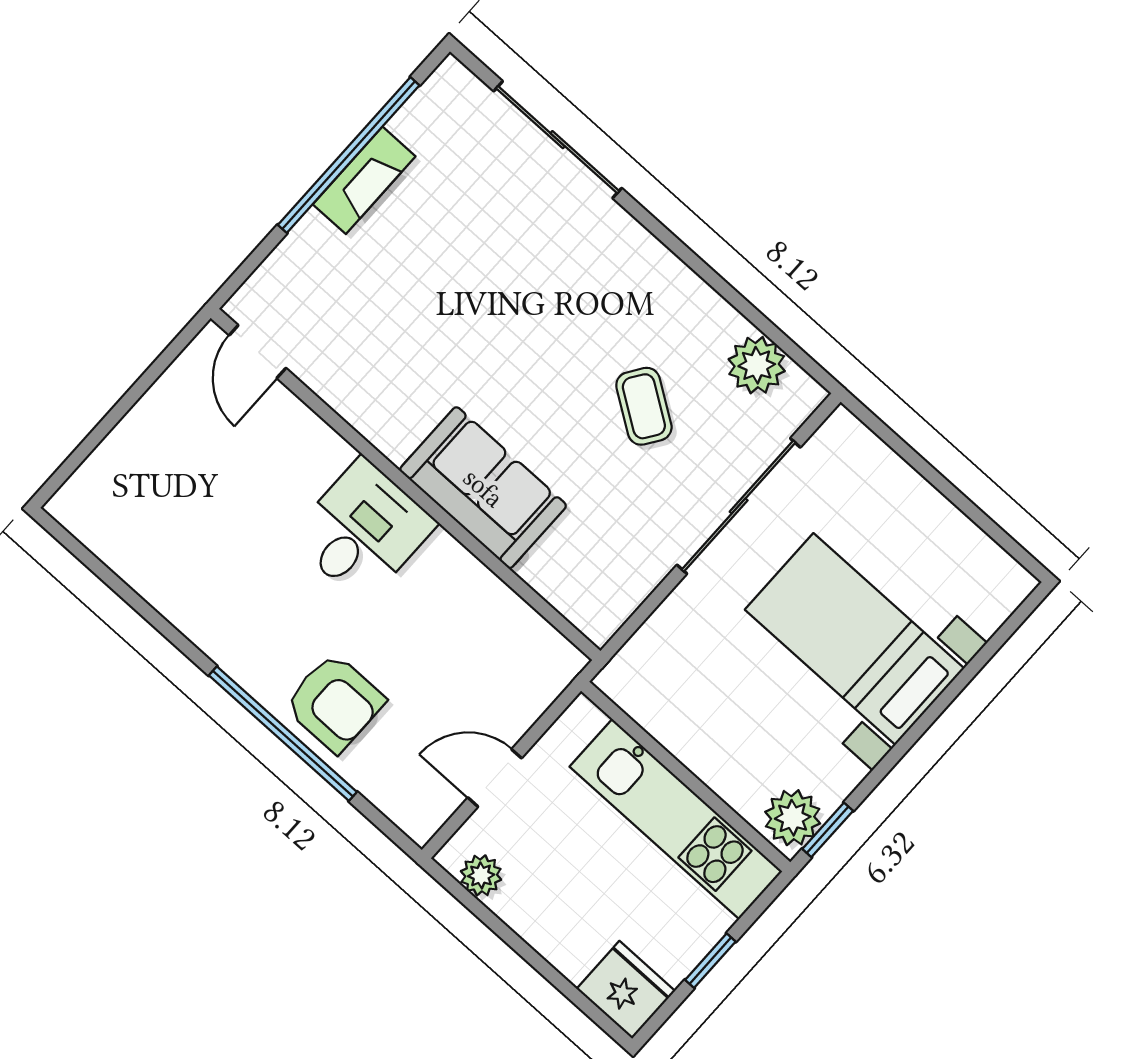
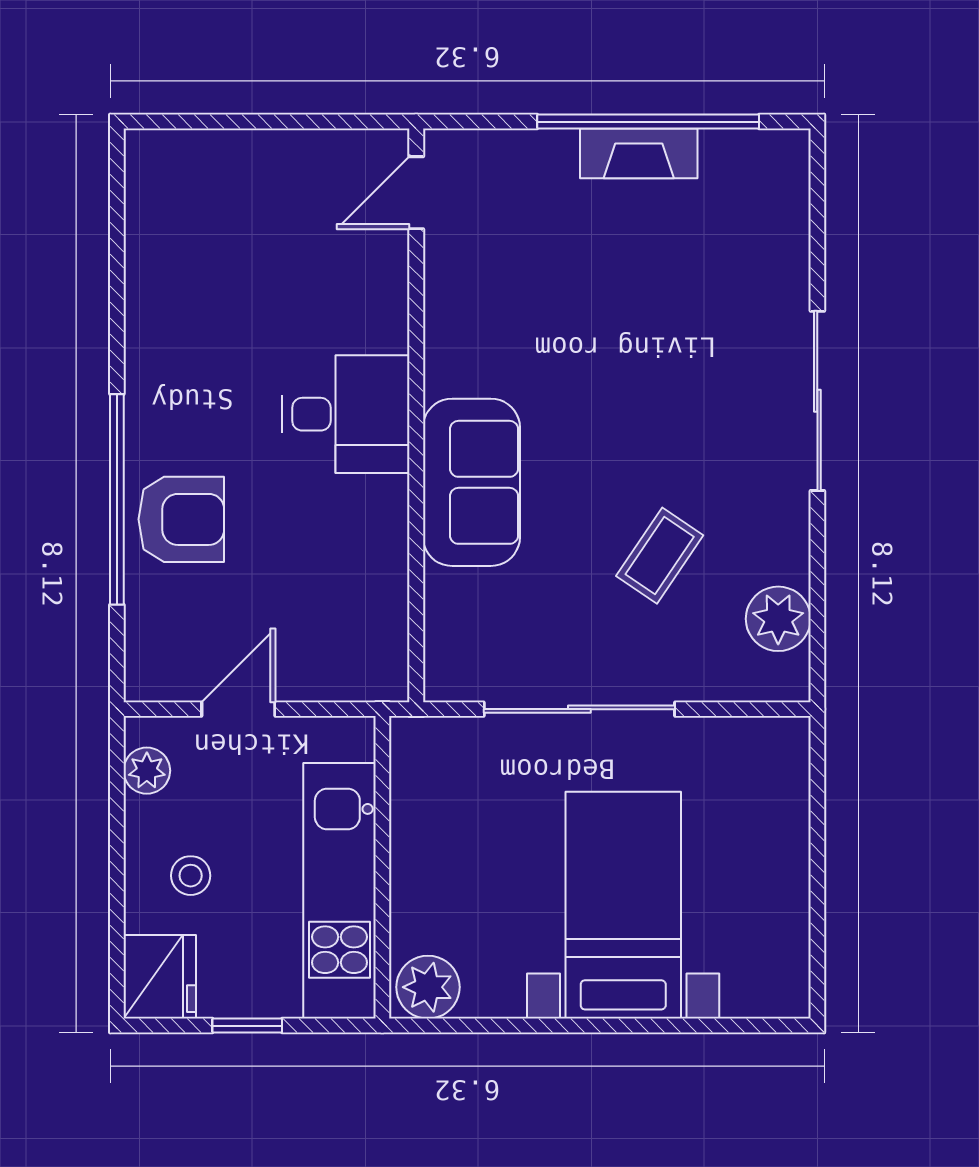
sliding door: (558, 140) -> (817, 401), moved
sliding door: (739, 506) -> (579, 709), moved
armchair: (335, 703) -> (181, 519), turned -90
door: (495, 778) -> (238, 709), hinge flipped
window: (828, 830) -> (444, 1026), removed
stool: (577, 909) -> (191, 876), added

